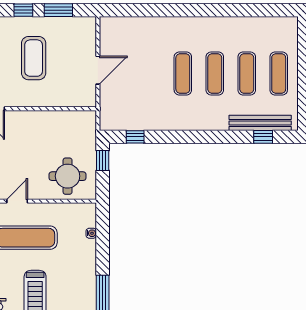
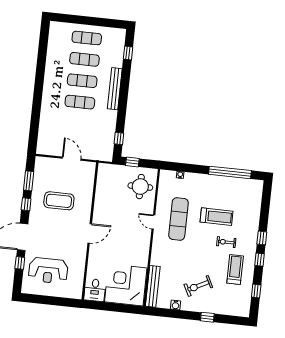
bench: (260, 123) -> (115, 89), moved

